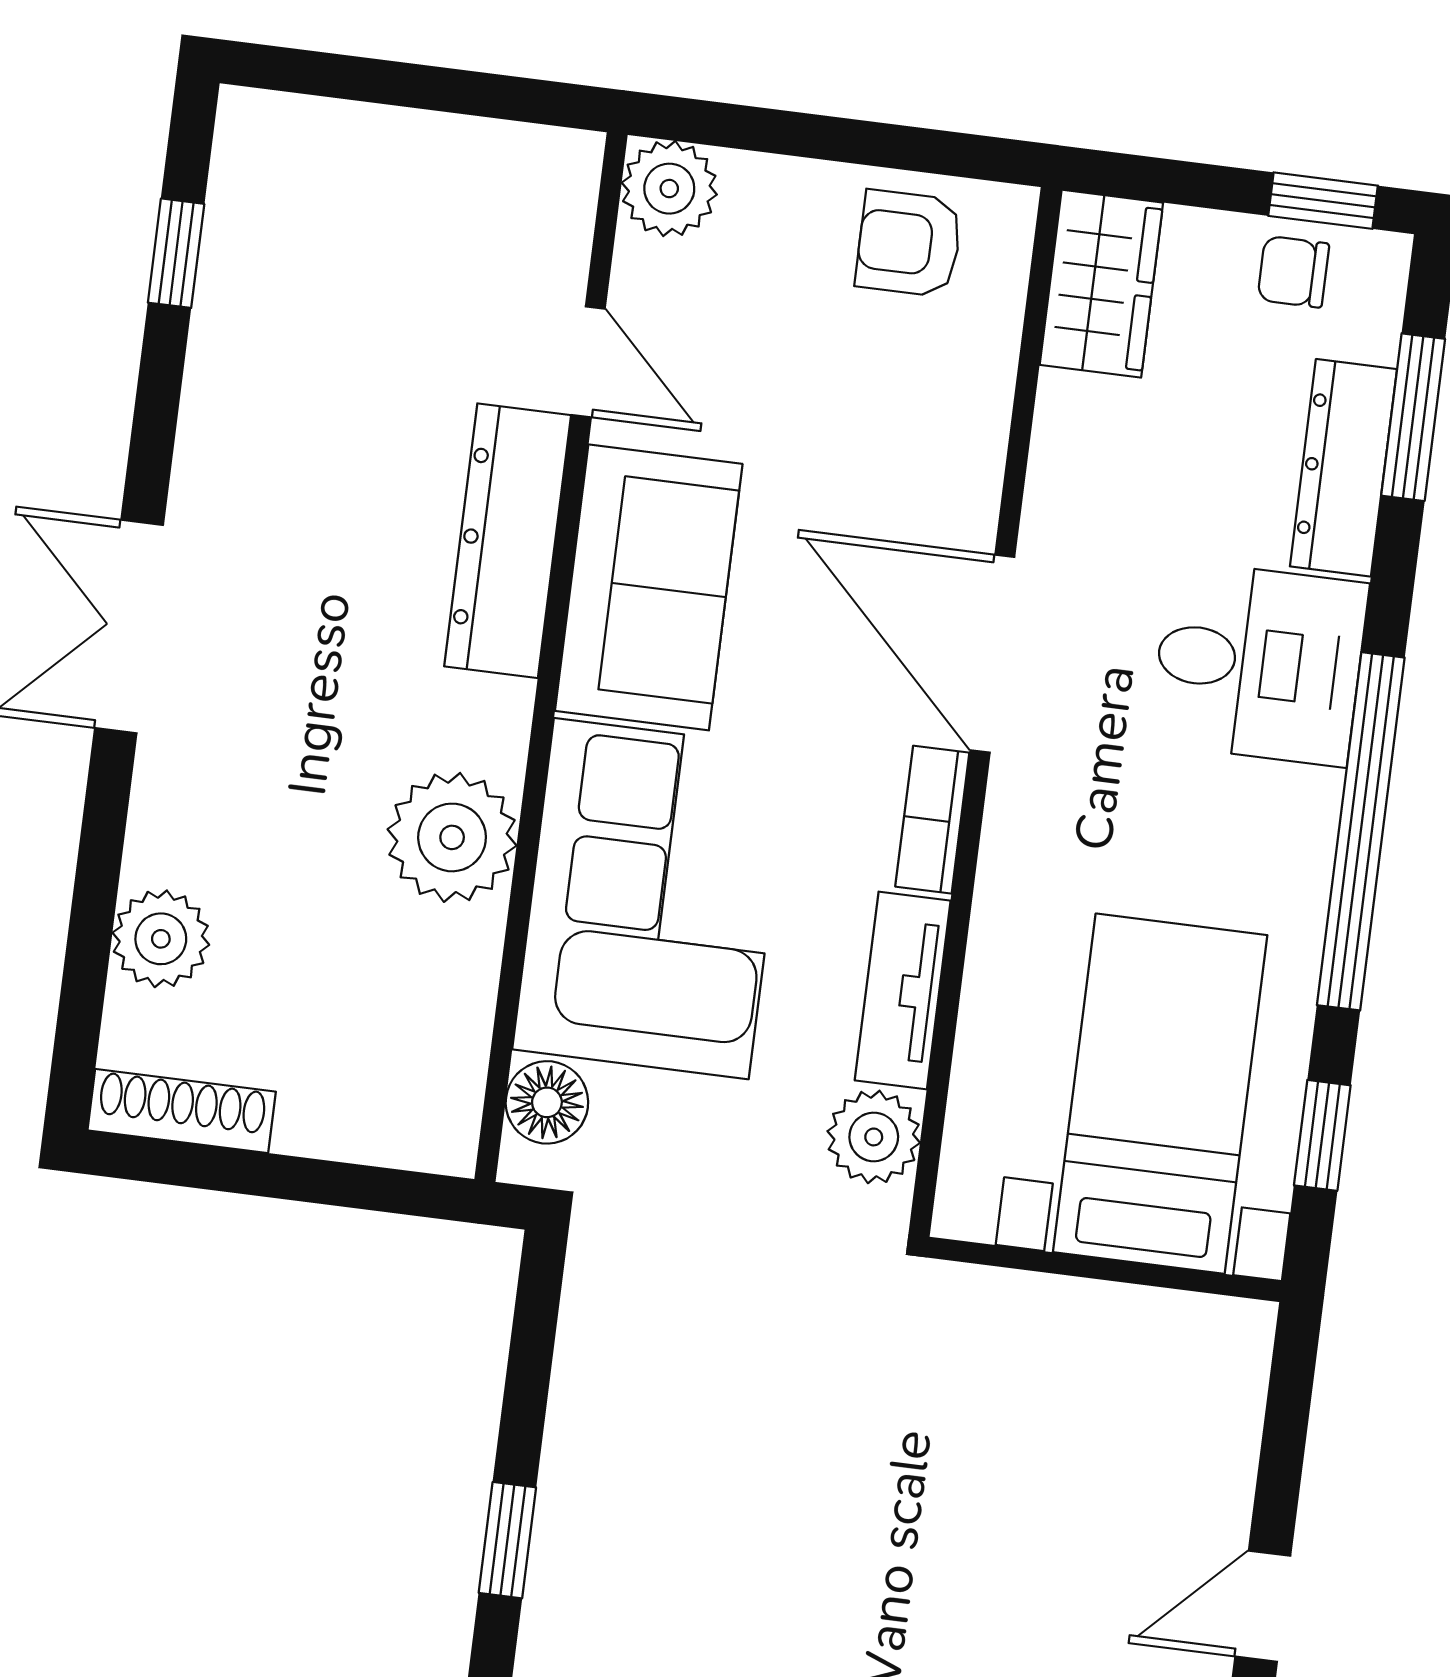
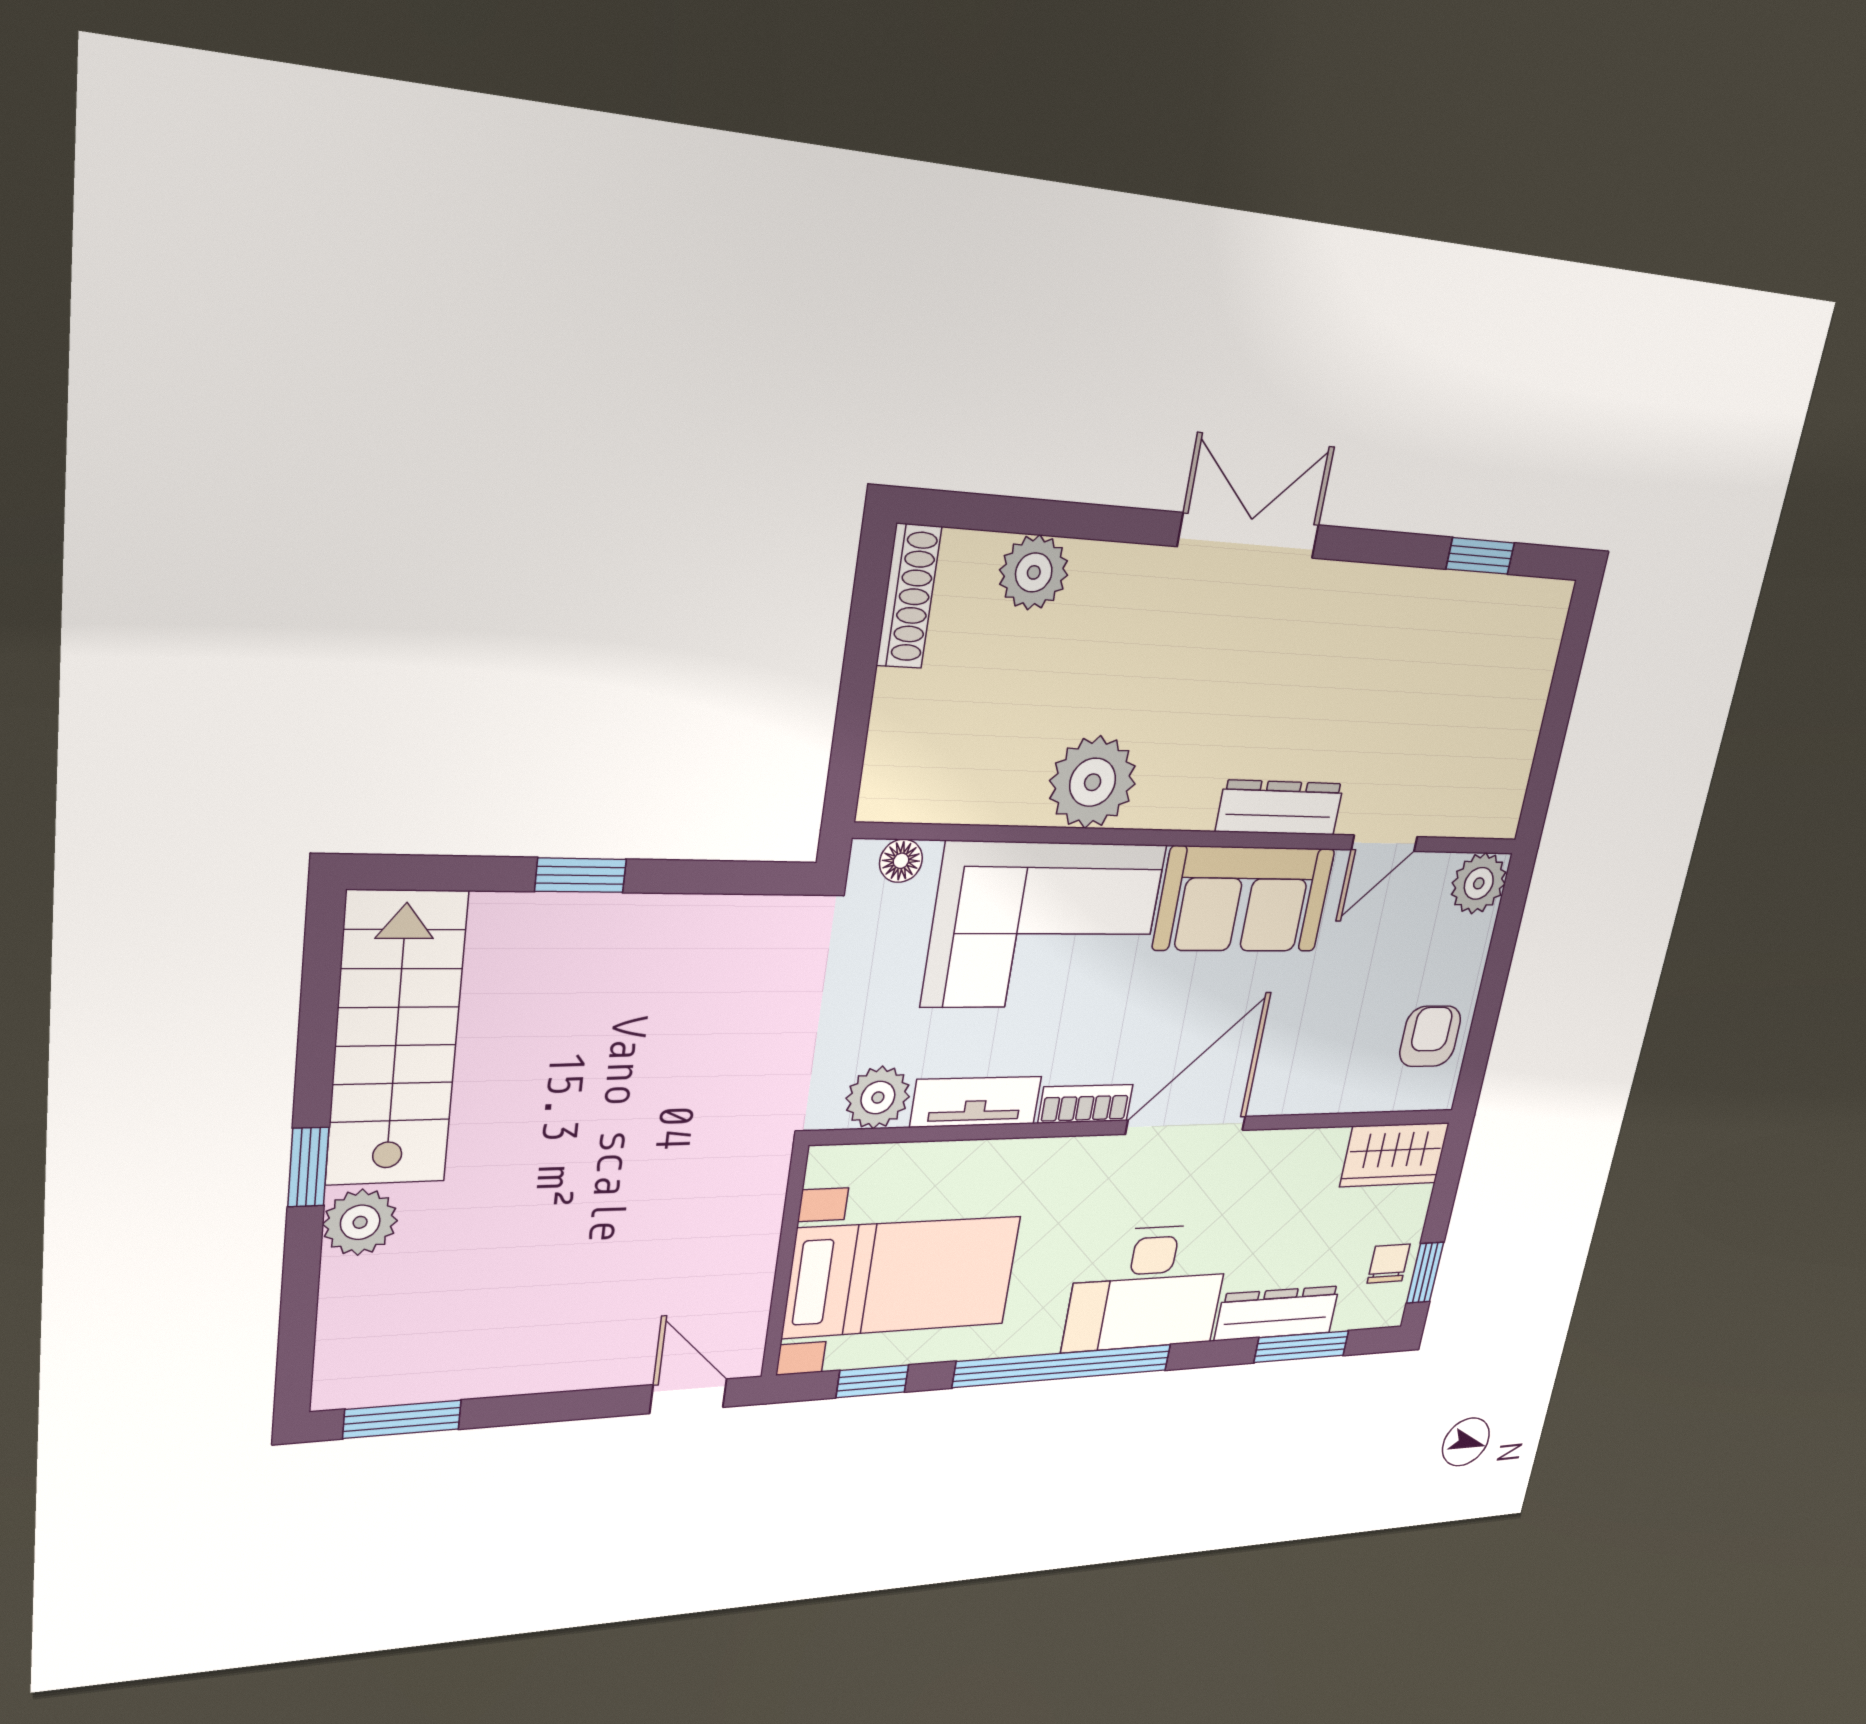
dresser: (508, 541) -> (1280, 808), width x0.73, depth x0.80
desk: (1259, 663) -> (1148, 1288), width x1.37
floor lamp: (547, 1102) -> (901, 861), width x0.73, depth x0.73
door: (1263, 1606) -> (688, 1396), moved

